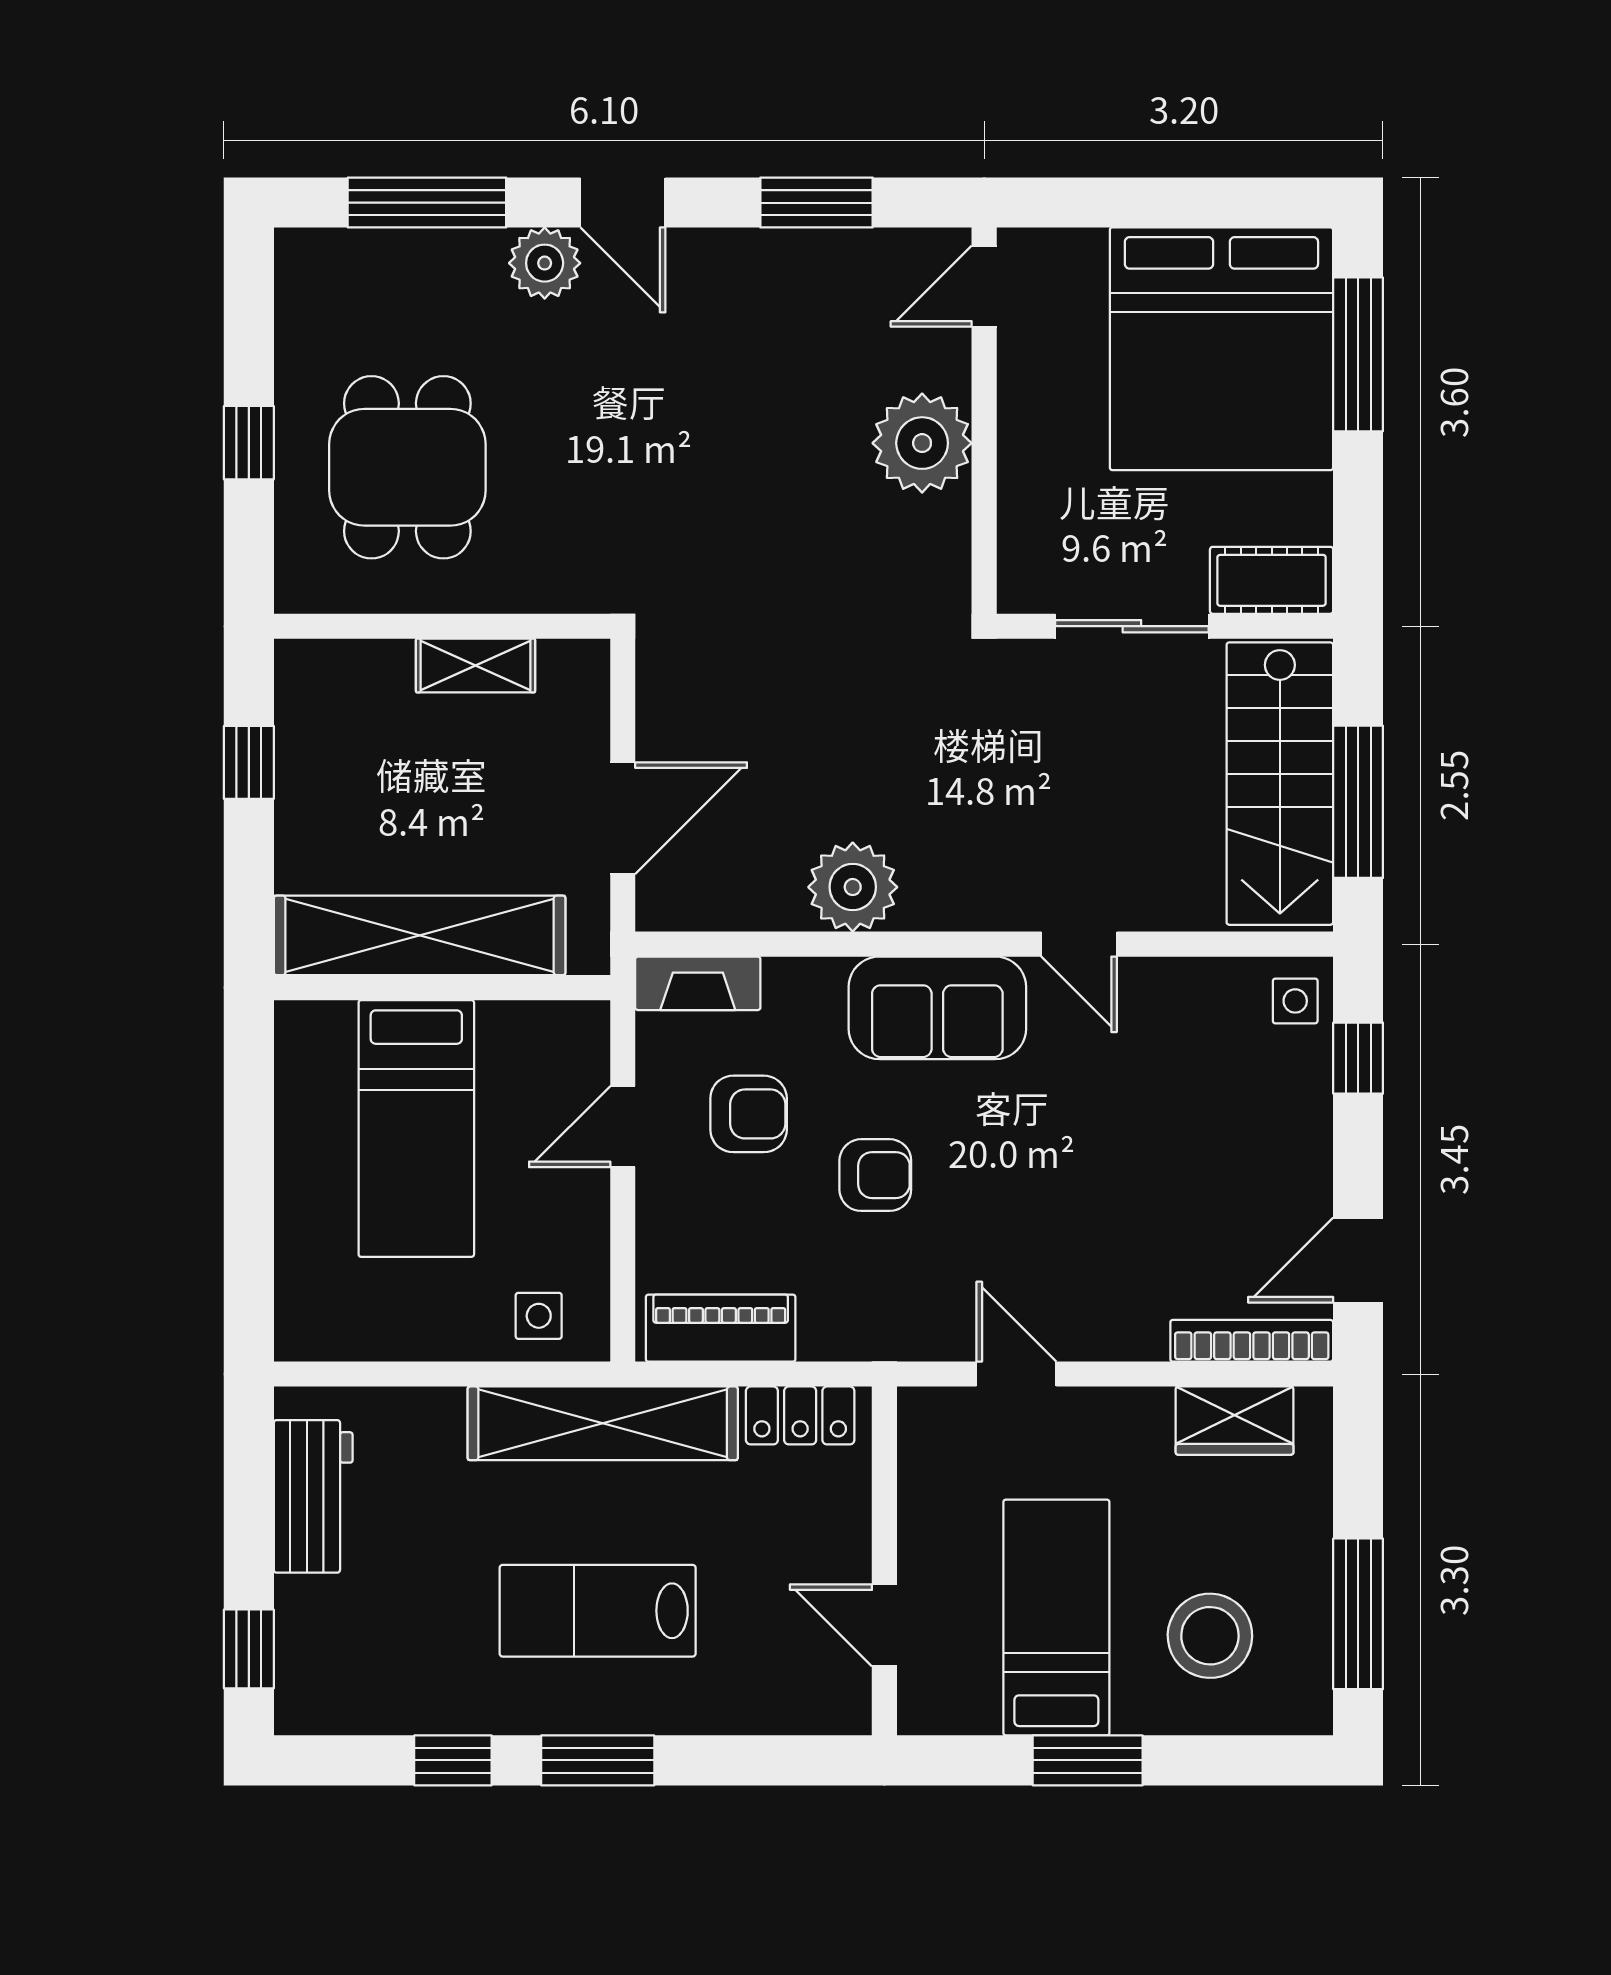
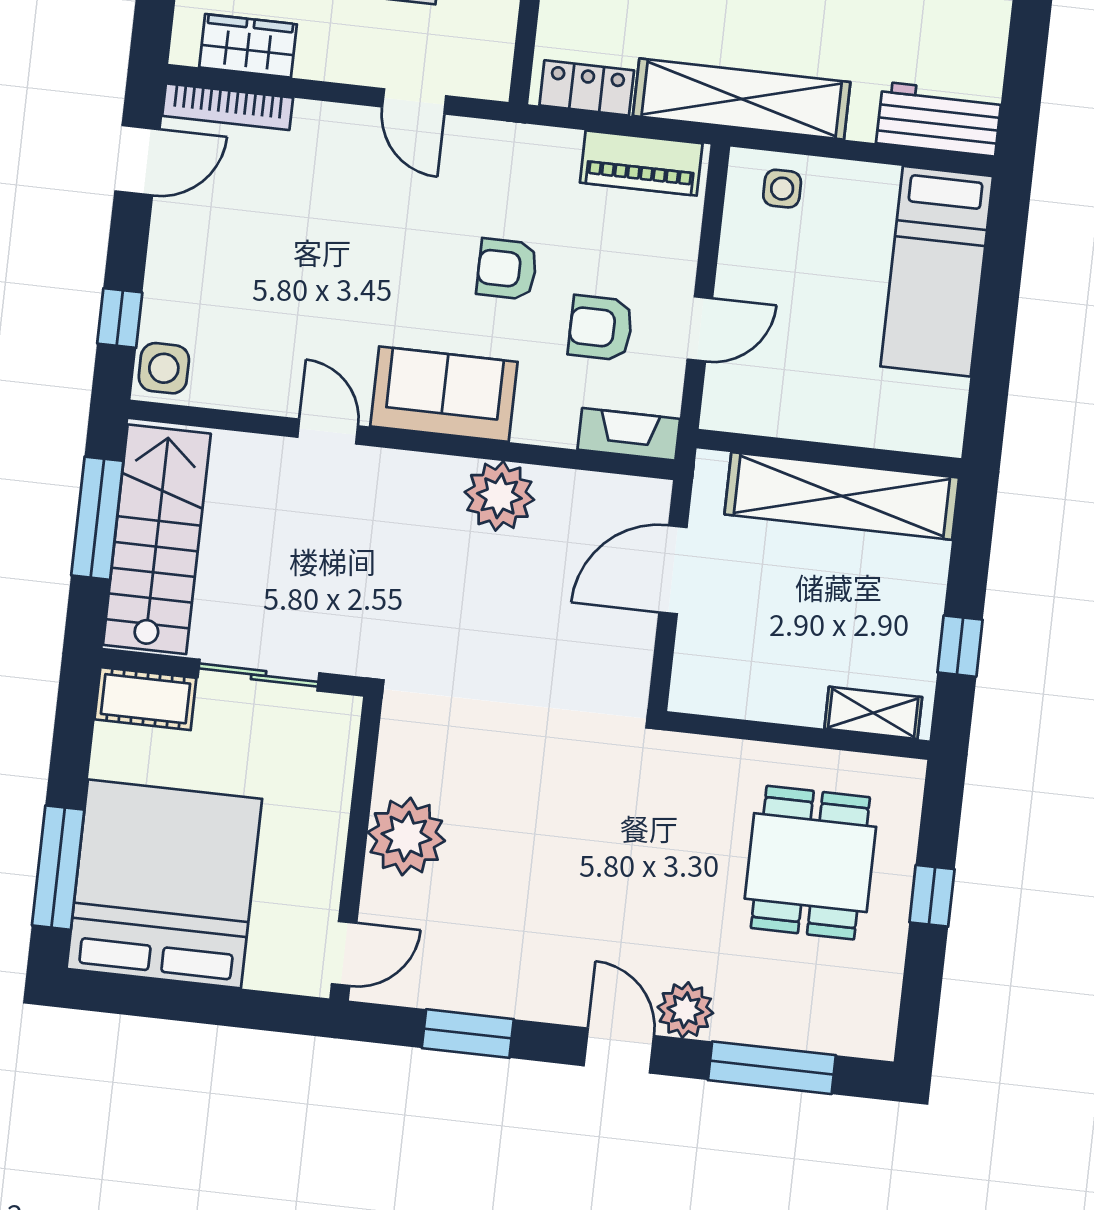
shelving: (476, 666) -> (873, 713), moved
side table: (1295, 1001) -> (164, 368), width x1.37, depth x1.37
bed: (416, 1128) -> (937, 271), moved, turned 180
workbench: (313, 1496) -> (939, 119), moved, turned 90

